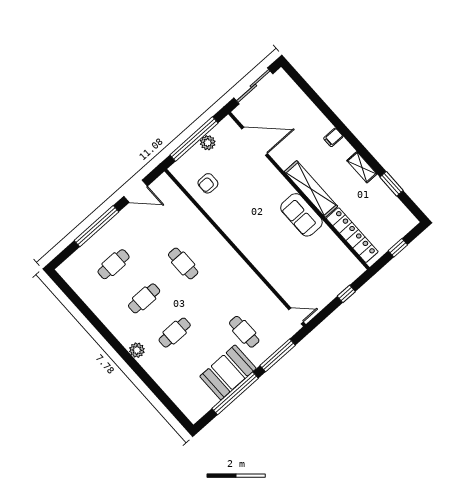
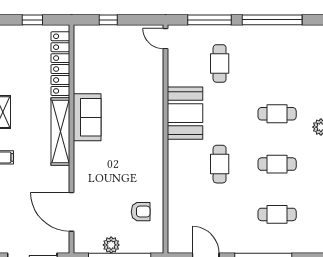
booth: (228, 372) -> (185, 113), moved, turned 90

